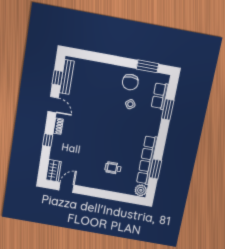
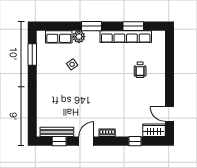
chair: (130, 82) -> (51, 69), removed
window: (168, 110) -> (91, 26), moved
window: (48, 140) -> (135, 141), moved
plant: (141, 190) -> (79, 37), moved

